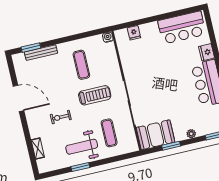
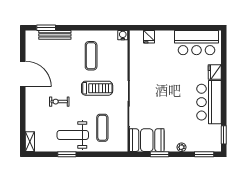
shelving: (38, 148) -> (30, 142), moved

